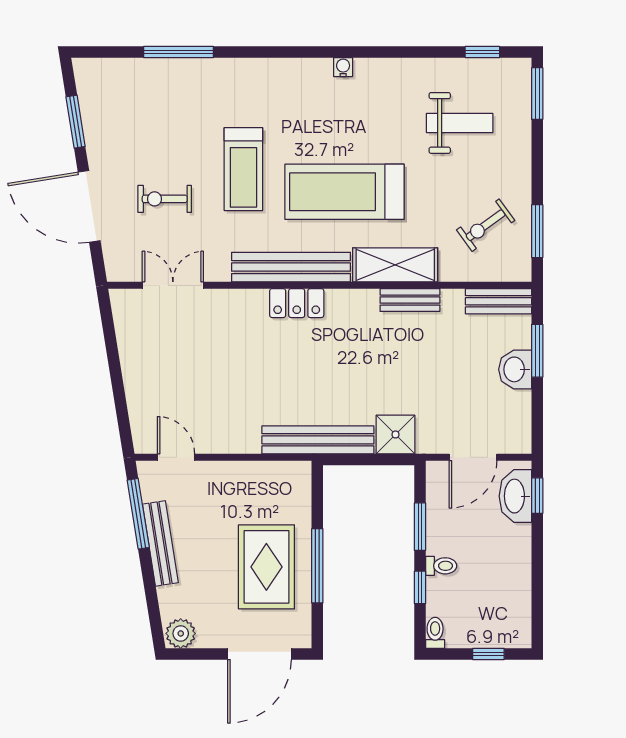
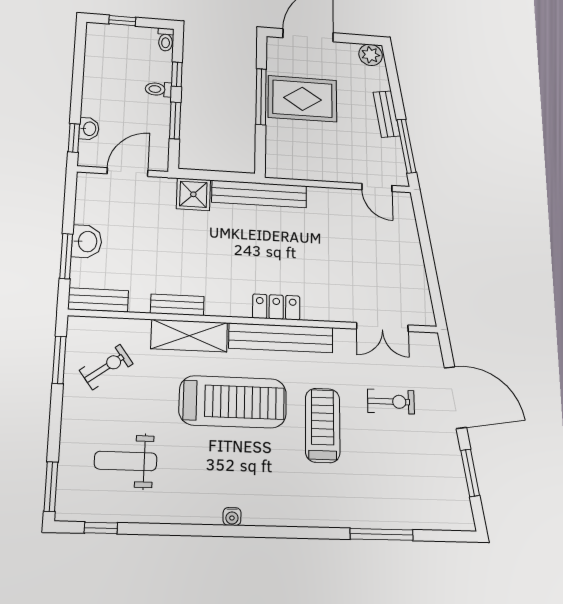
washbasin: (515, 496) -> (89, 129), width x0.52, depth x0.69
bench: (160, 543) -> (386, 114), width x0.73
rug: (266, 567) -> (302, 99), turned 90

